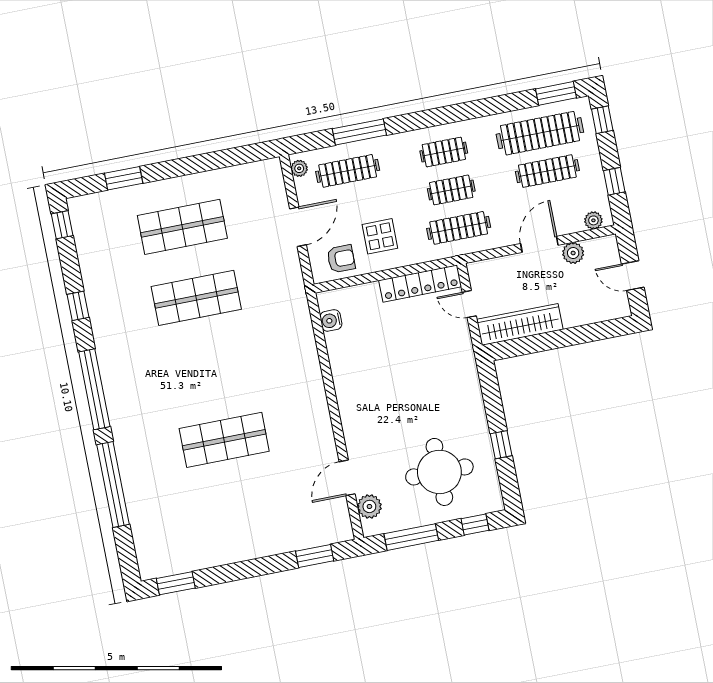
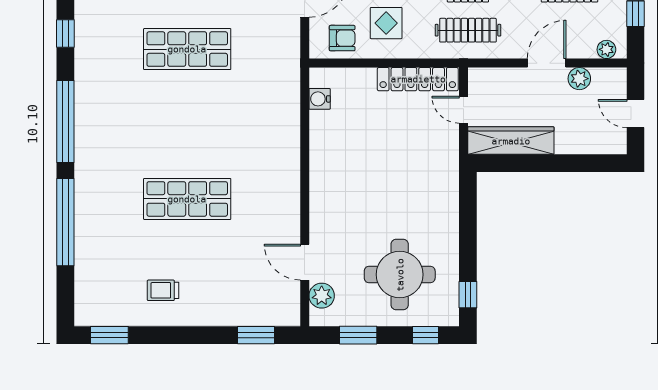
window: (501, 445) -> (468, 295), moved
door: (347, 478) -> (305, 262), hinge flipped
trolley: (218, 531) -> (163, 290), added
window: (411, 537) -> (358, 335), width x0.69

